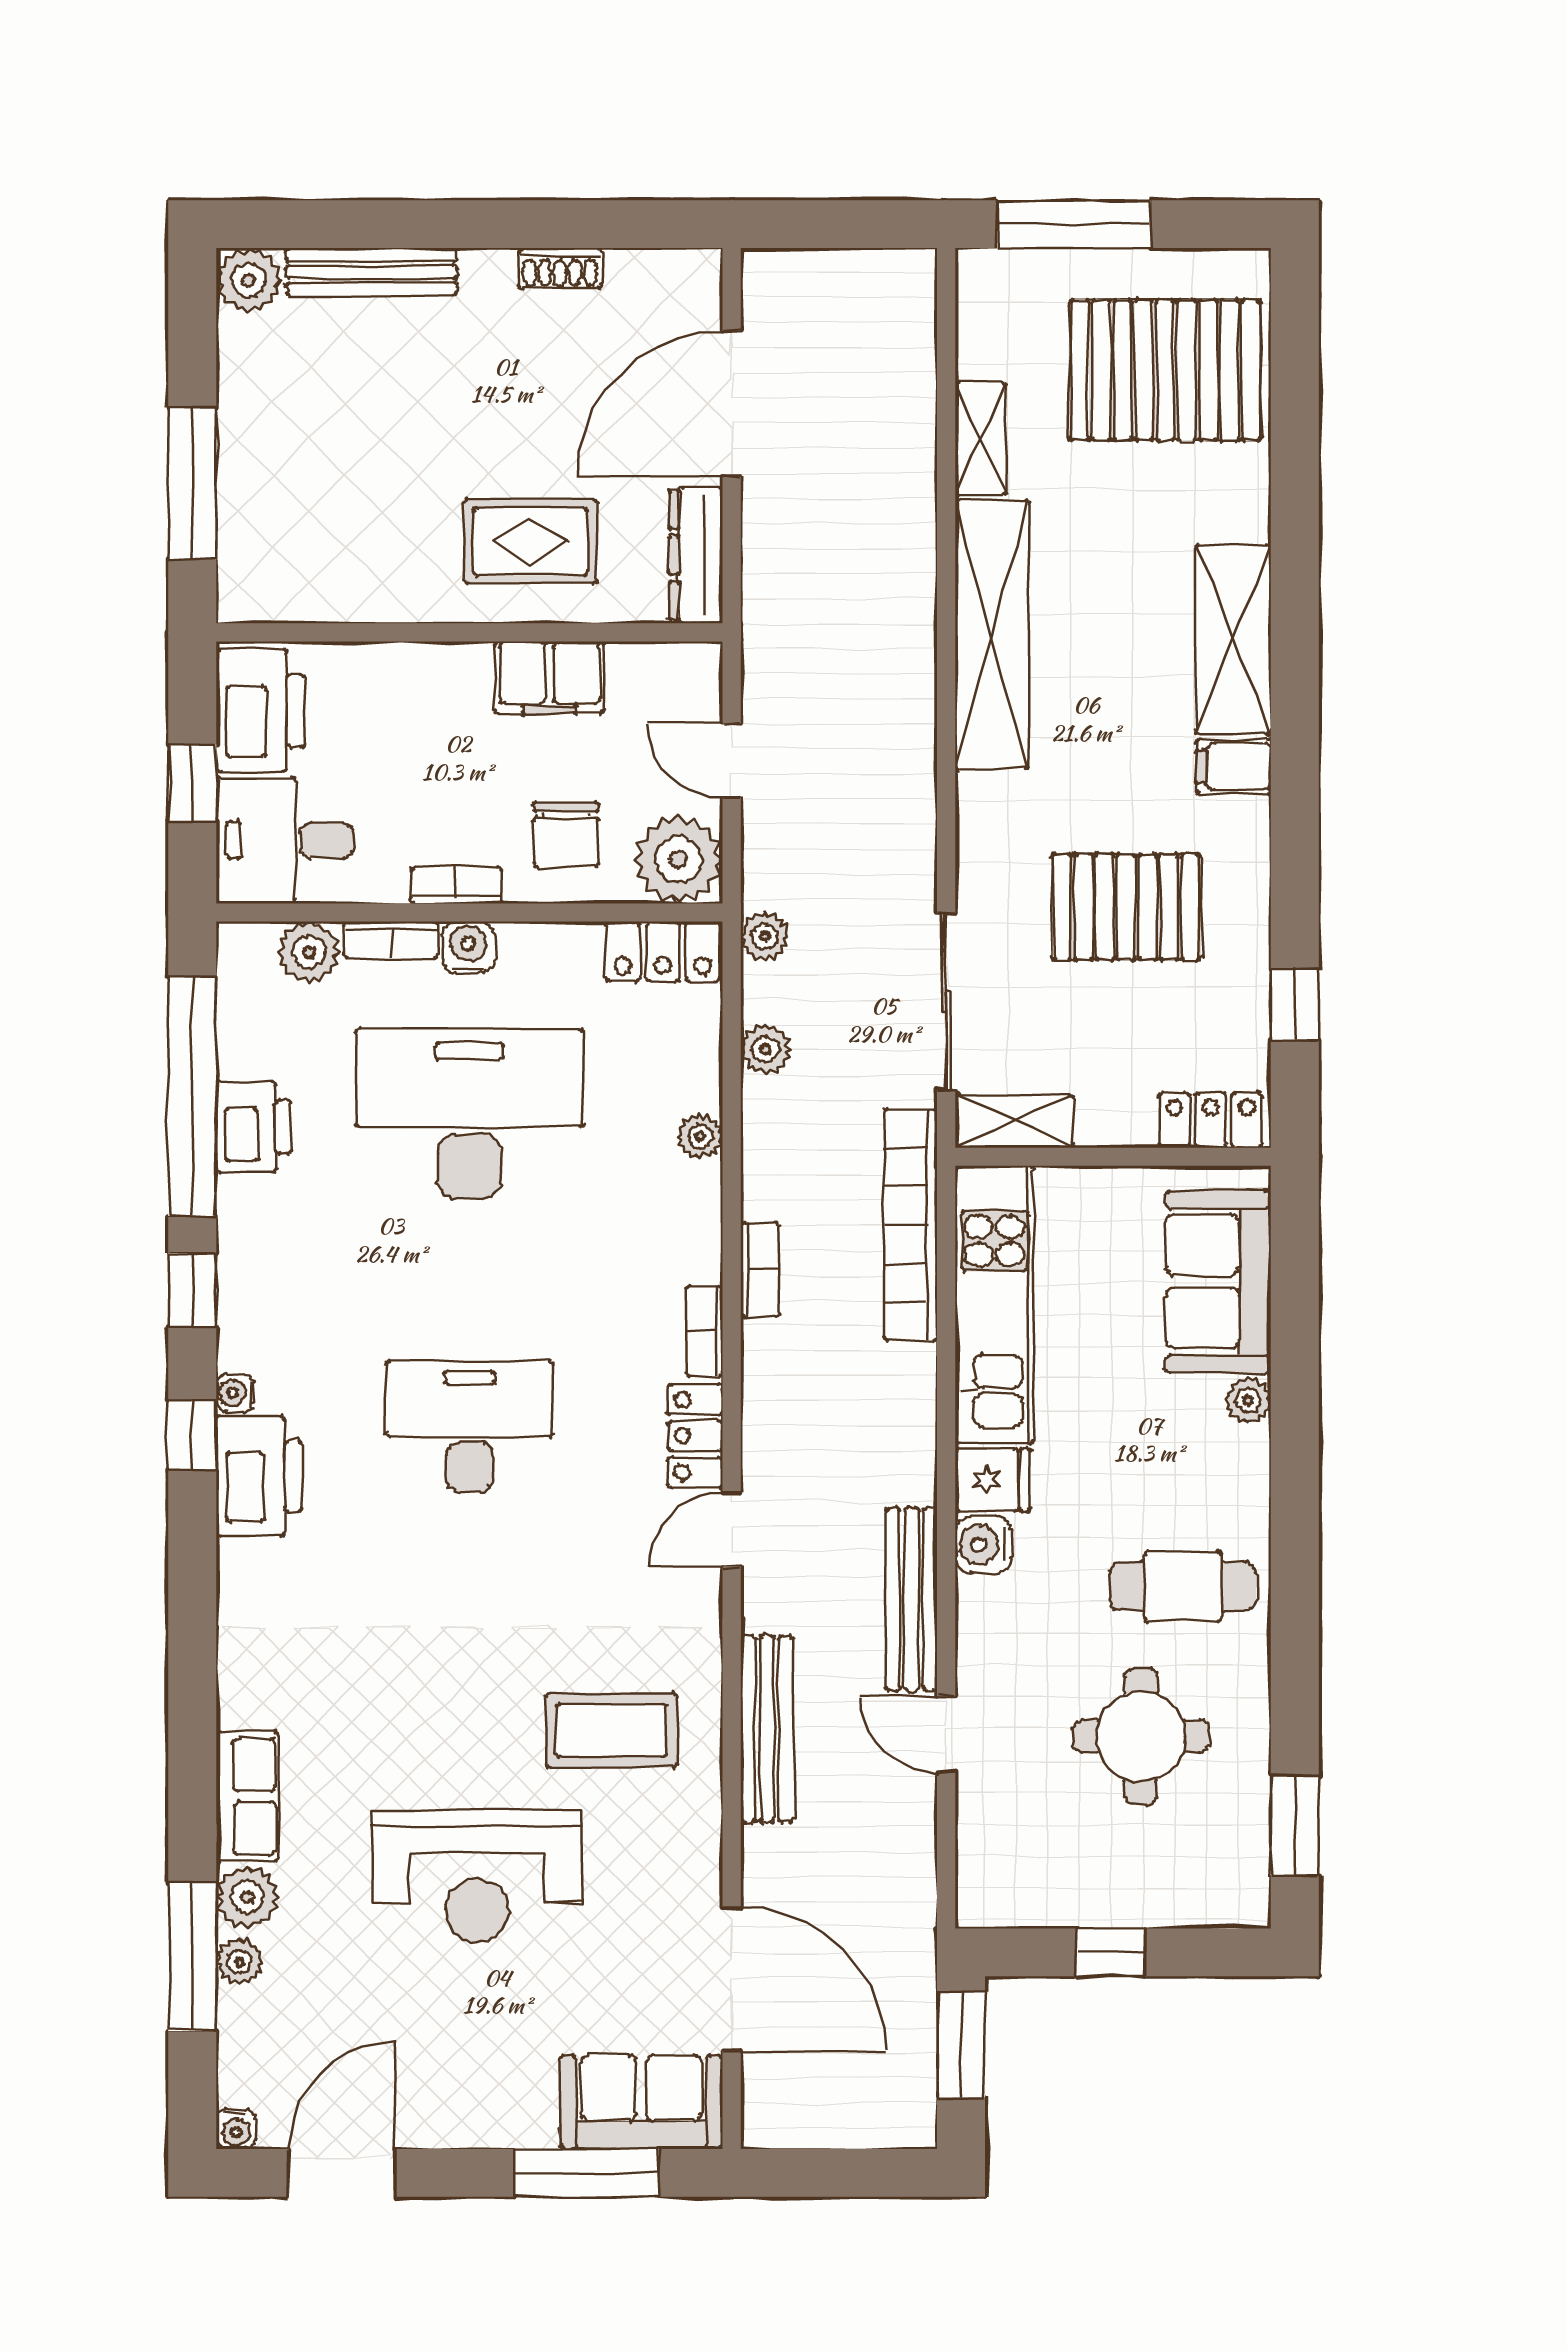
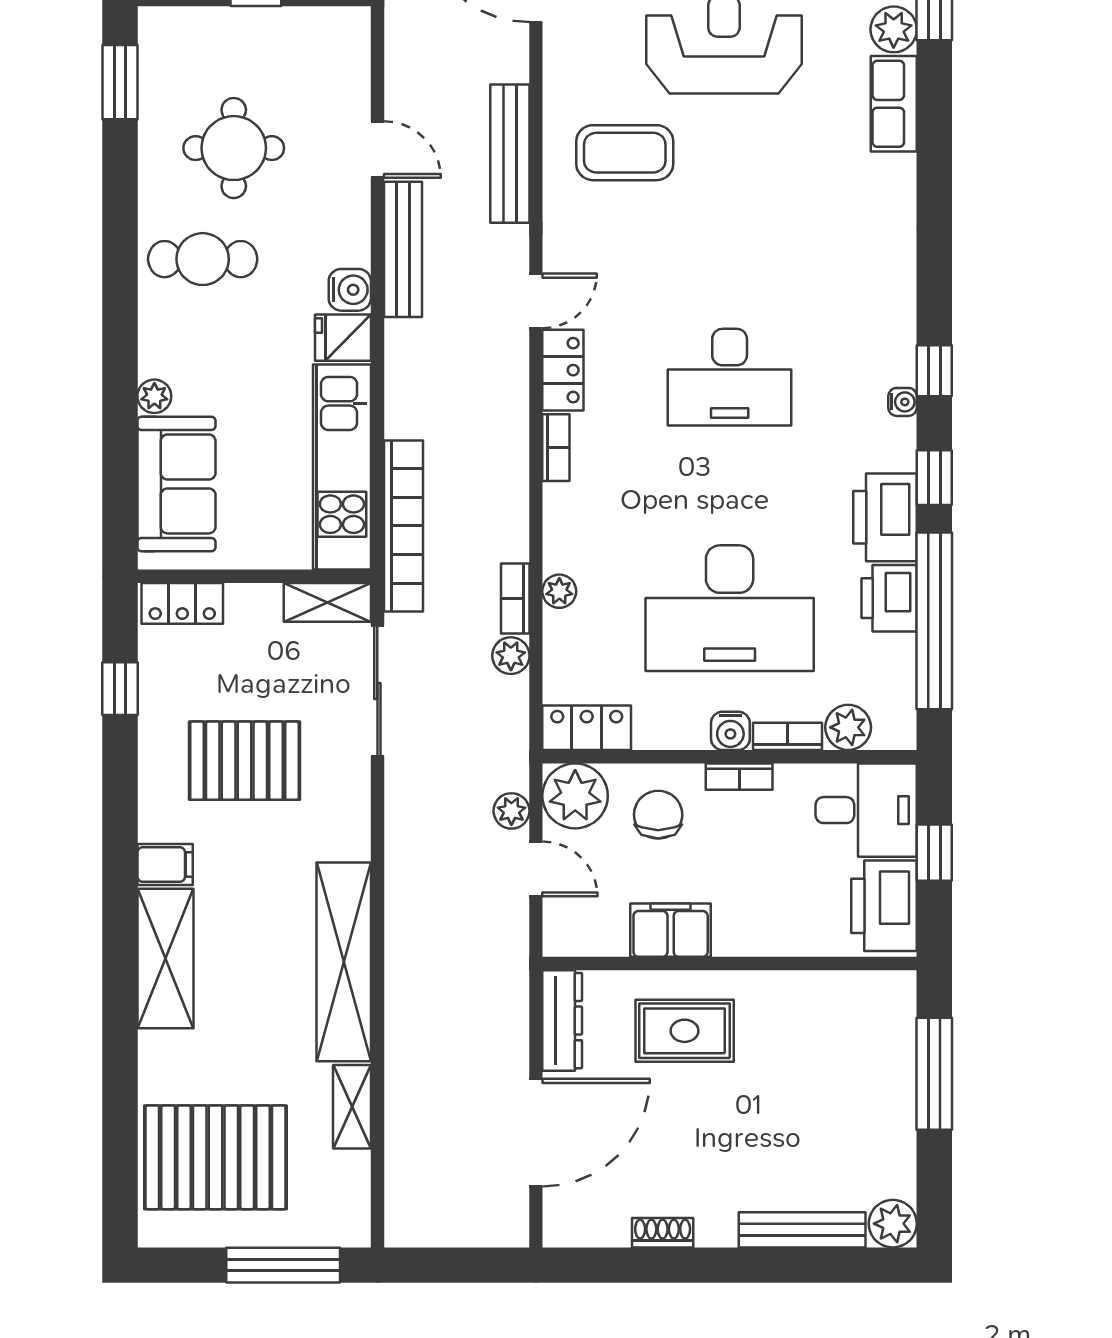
plant: (765, 936) -> (511, 811), moved
bookcase: (760, 1269) -> (515, 599), moved
printer: (259, 1476) -> (885, 517), moved

